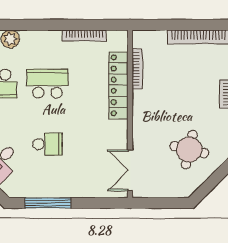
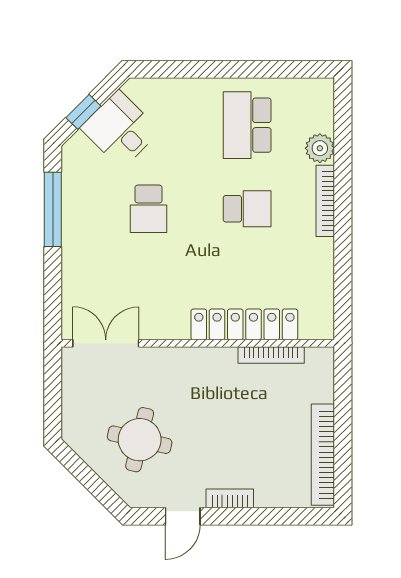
bookcase: (84, 36) -> (325, 201), moved
school desk: (47, 84) -> (247, 209), width x0.54

